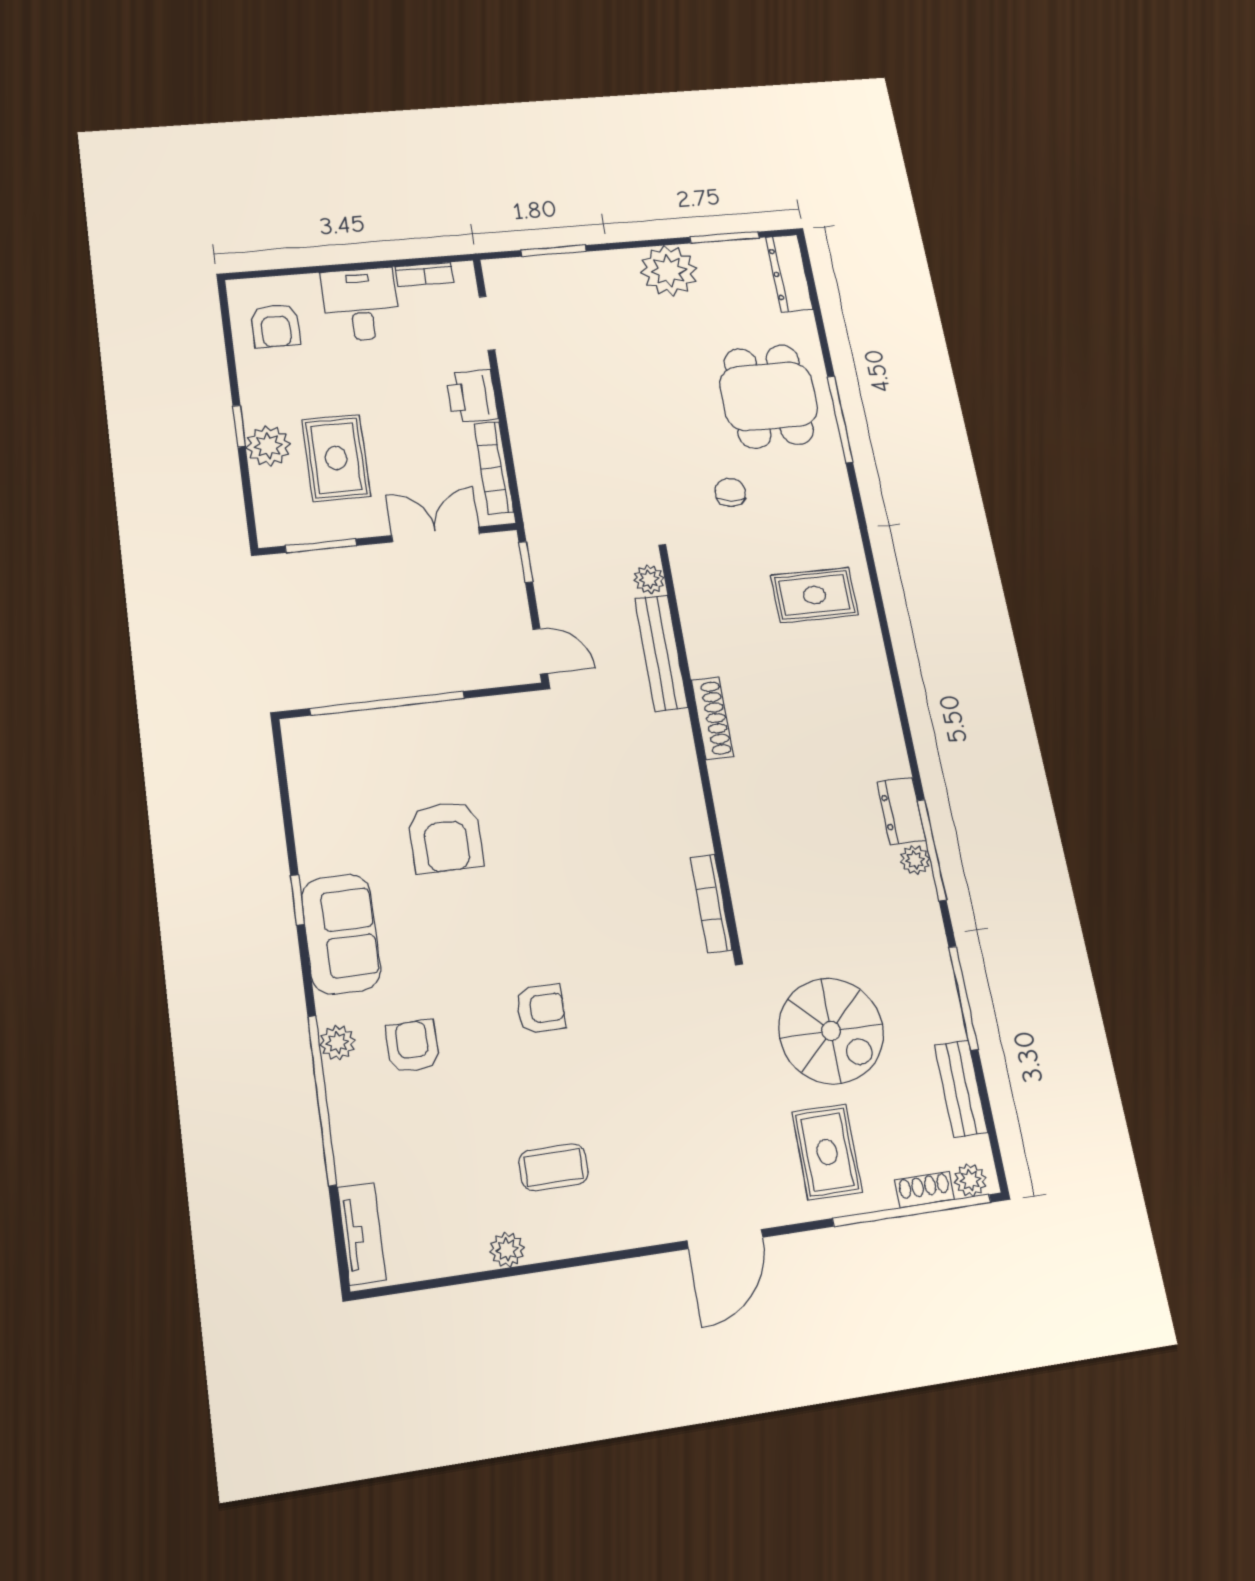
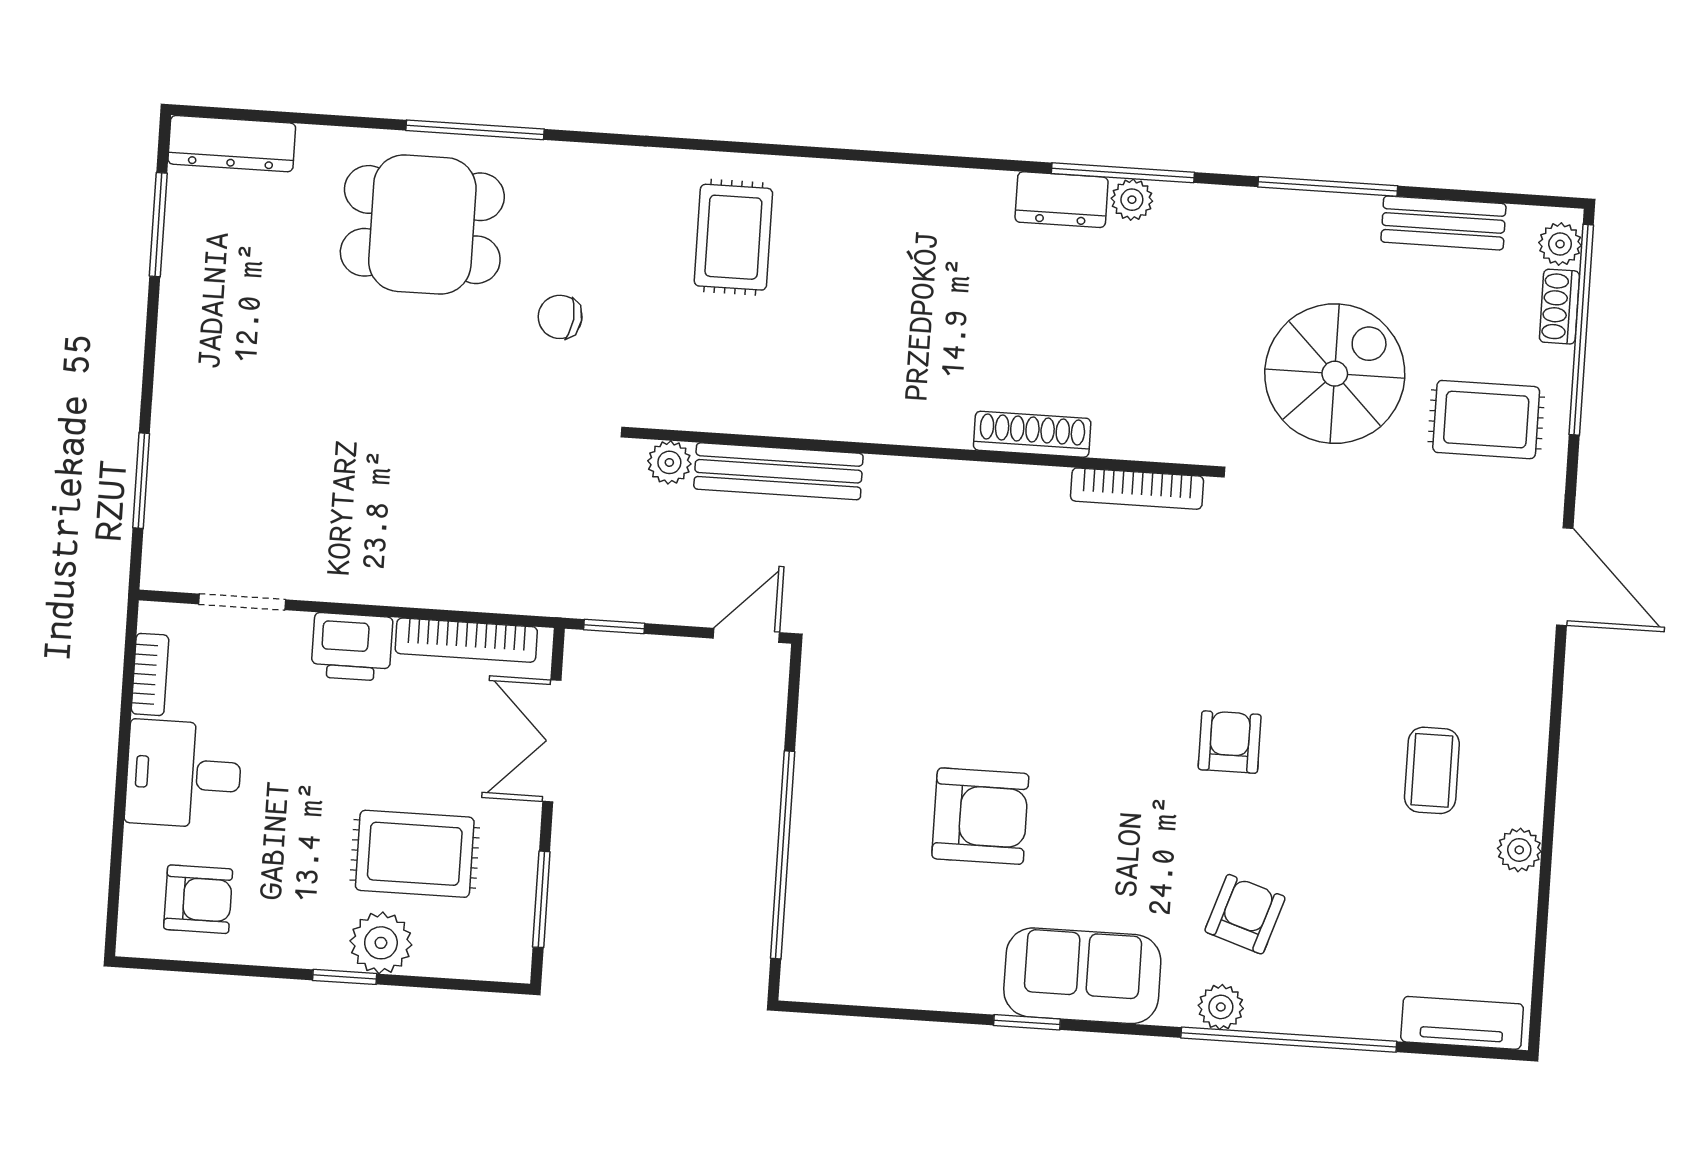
plant: (669, 271) -> (199, 320), removed
shoe rack: (712, 718) -> (1032, 434), moved
armchair: (413, 1047) -> (1245, 914), turned 109

